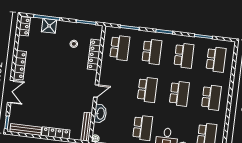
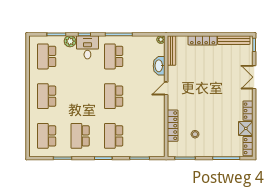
shower: (49, 26) -> (246, 128), moved
school desk: (120, 48) -> (147, 136), removed
locker: (20, 65) -> (248, 111), width x0.66
school desk: (179, 94) -> (80, 96), removed

